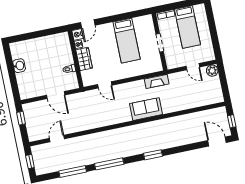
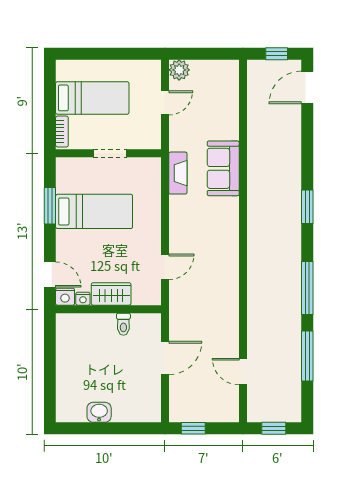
window: (125, 16) -> (50, 206), added
sofa: (146, 109) -> (223, 168), moved

